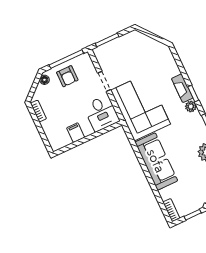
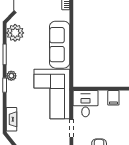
fireplace: (182, 88) -> (12, 119), moved

